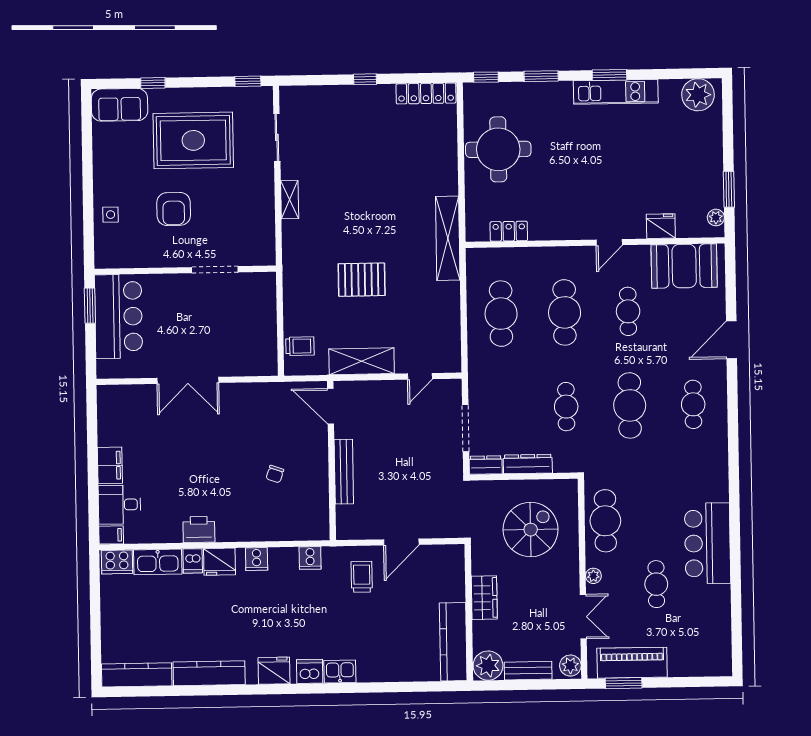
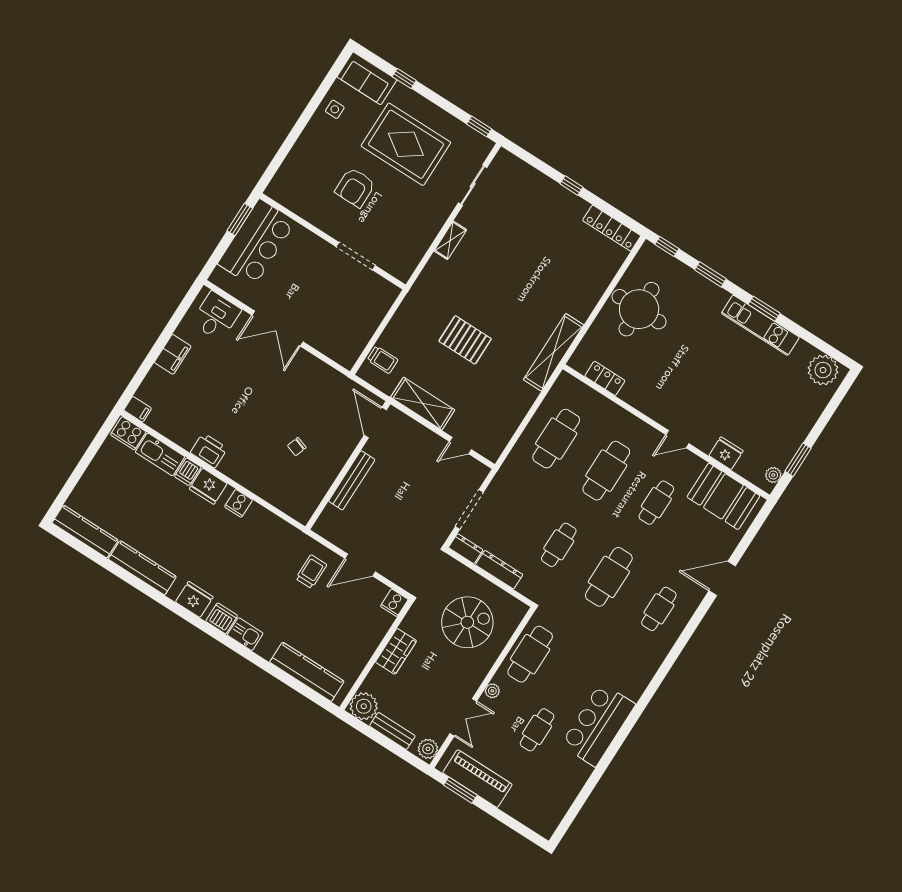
side table: (111, 215) -> (335, 109), moved
desk: (120, 505) -> (216, 316), moved, turned 90
cooker: (310, 558) -> (394, 603), moved
kitchen counter: (453, 642) -> (307, 672), moved, turned 90

